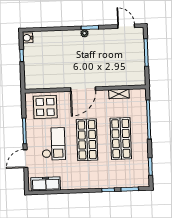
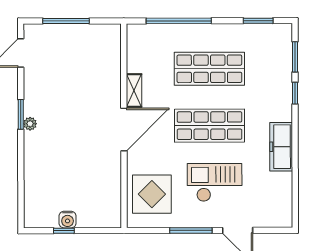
water cooler: (28, 38) -> (68, 220), moved
door: (83, 89) -> (124, 129), hinge flipped
shelving: (119, 94) -> (134, 90), moved
freezer: (46, 184) -> (281, 147), moved

